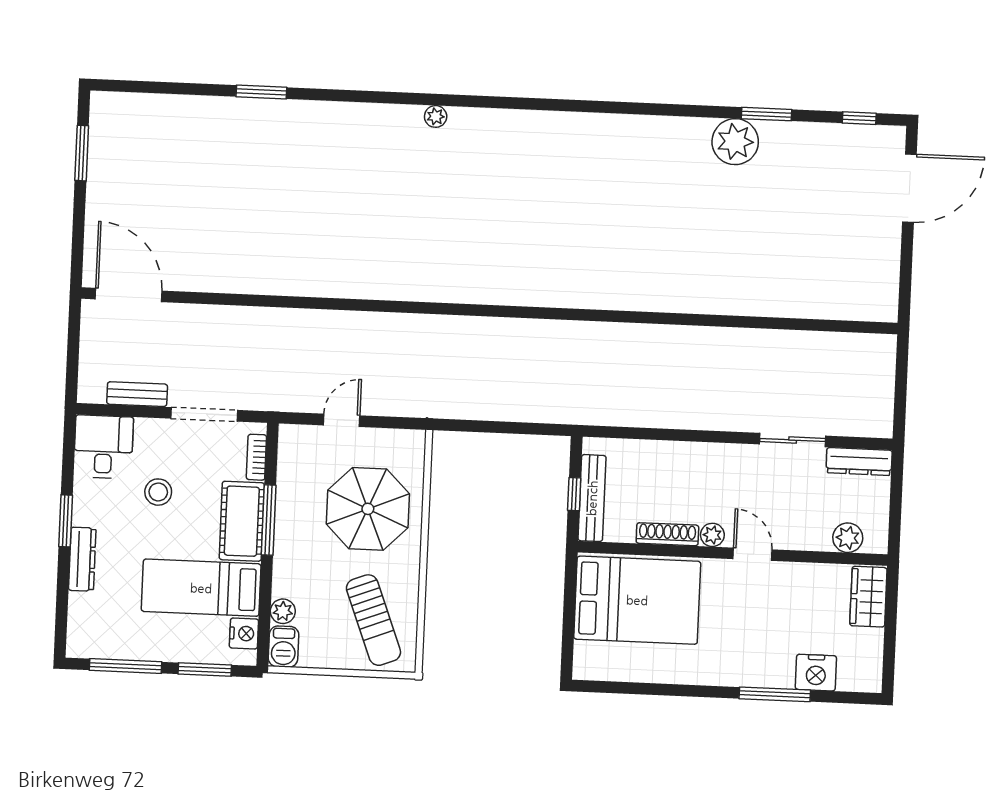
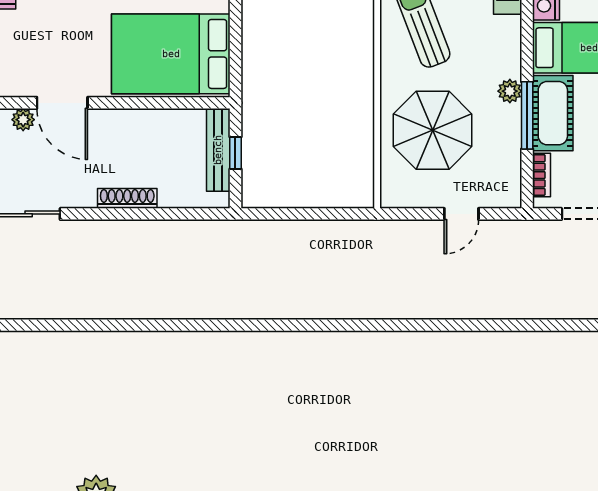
shoe rack: (667, 534) -> (127, 198), moved, turned 180
plant: (712, 535) -> (23, 120), moved
door: (753, 554) -> (62, 103), width x1.38
plant: (283, 611) -> (510, 91), moved

